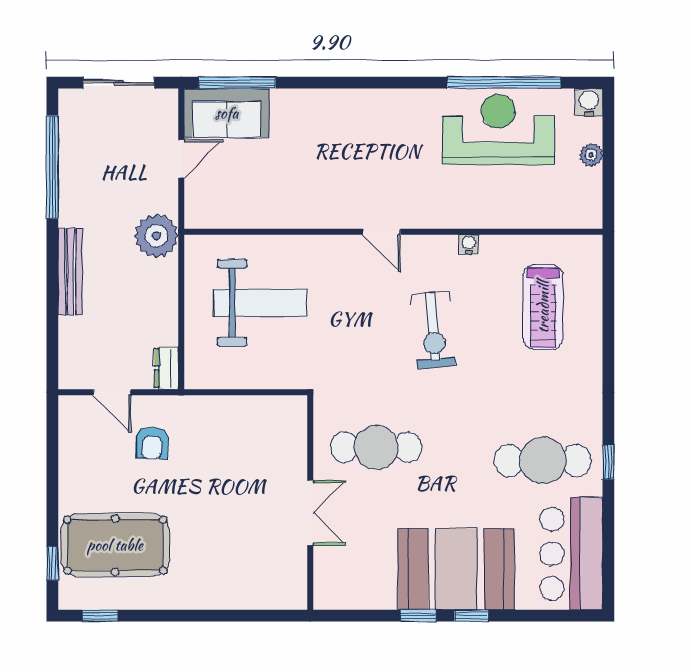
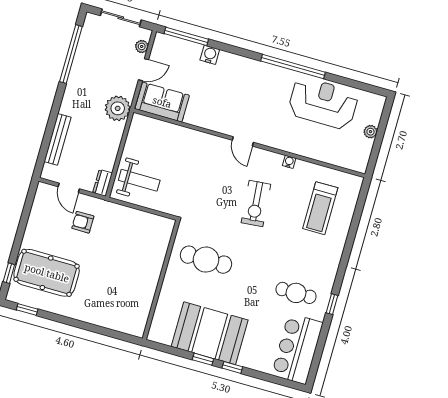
window: (504, 83) -> (293, 67), moved
water cooler: (589, 102) -> (210, 55), moved
sofa: (227, 113) -> (162, 102), moved, turned 180
plant: (167, 121) -> (142, 46), added
bench: (70, 272) -> (58, 139), moved
weight bench: (260, 303) -> (139, 180), moved, width x0.73, depth x0.75
armchair: (152, 443) -> (83, 222), turned 88
cafe table: (543, 461) -> (296, 293), width x0.73, depth x0.74
double door: (310, 513) -> (159, 285), removed
booth: (456, 569) -> (210, 333), moved

